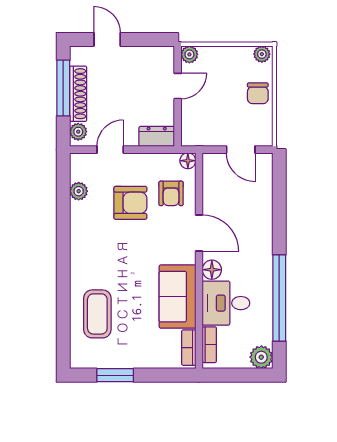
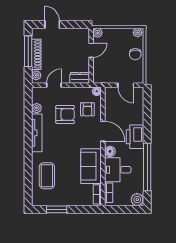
tv unit: (79, 236) -> (37, 133), added
printer: (257, 243) -> (135, 137), added

